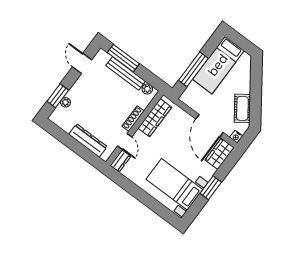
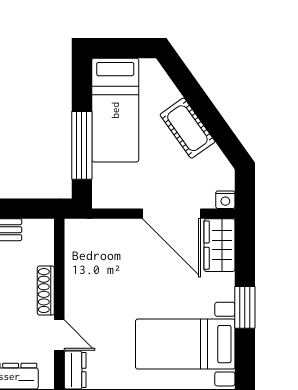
plant: (147, 89) -> (34, 229), removed
cot: (242, 108) -> (187, 128), moved
wardrobe: (155, 118) -> (78, 264), removed

